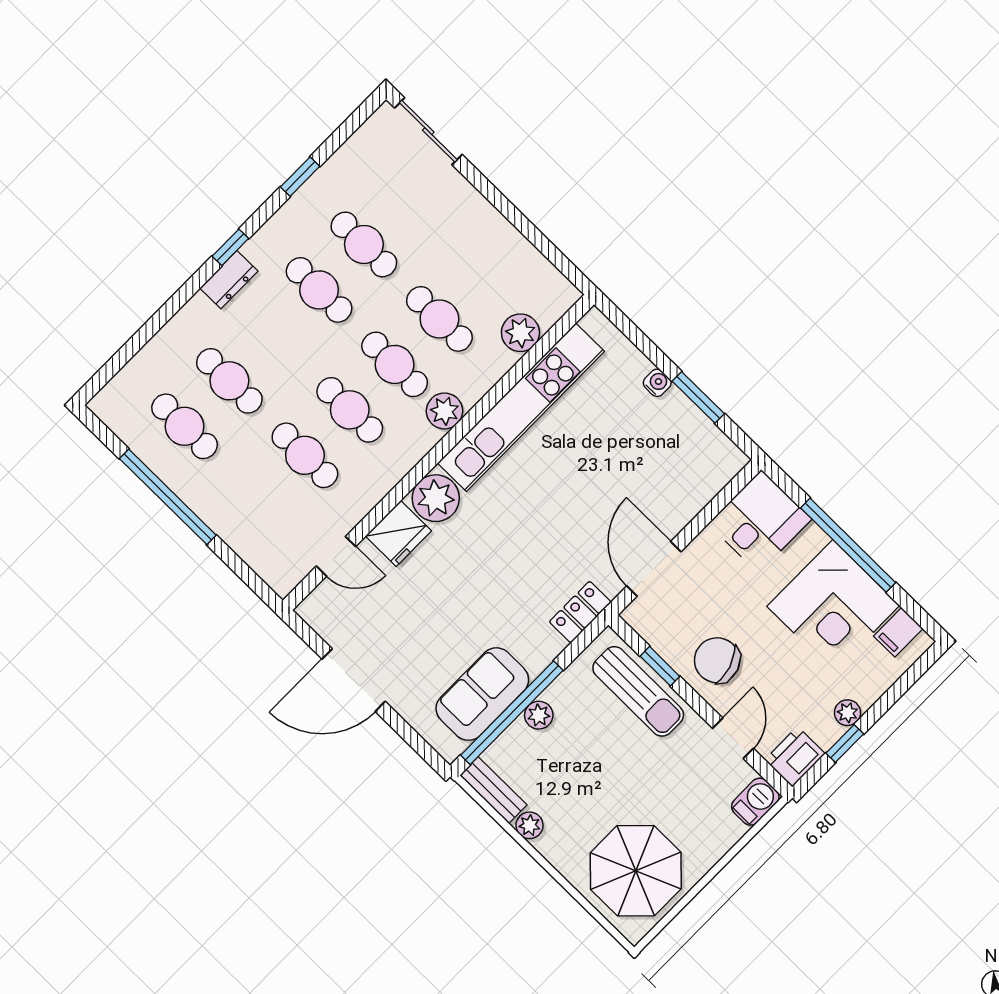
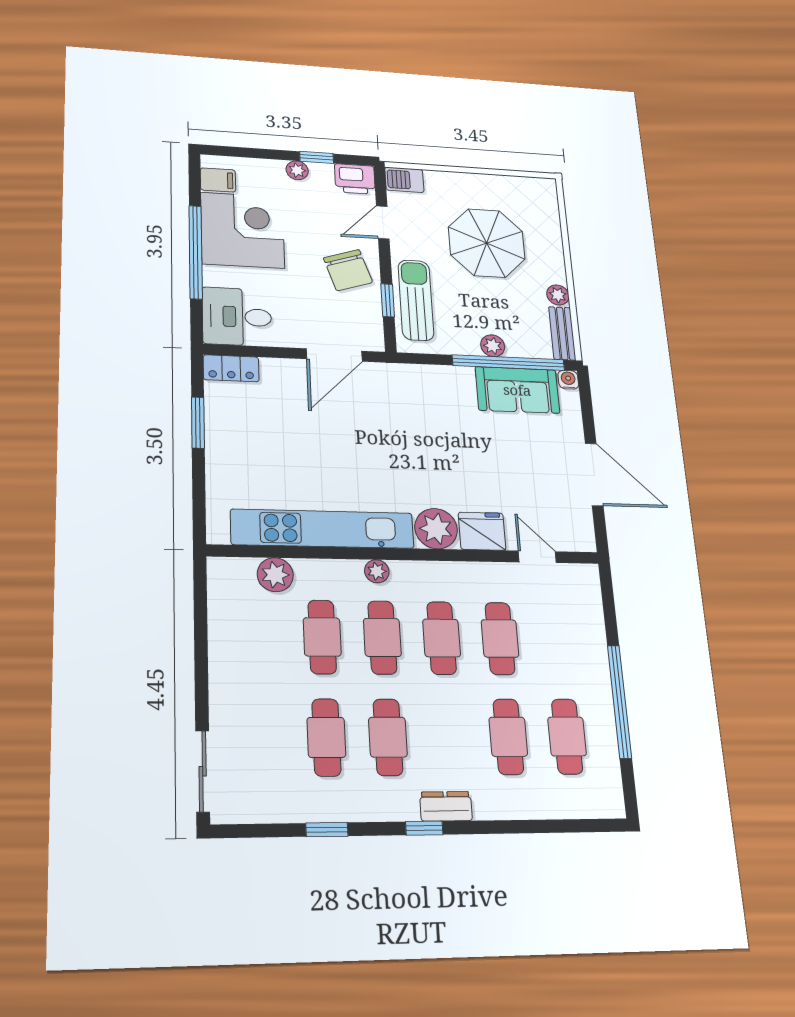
water cooler: (657, 383) -> (568, 380), moved, turned 90
plant: (445, 411) -> (377, 571), width x0.73, depth x0.73
locker: (580, 612) -> (231, 368), moved
parasol: (636, 871) -> (487, 243), moved

